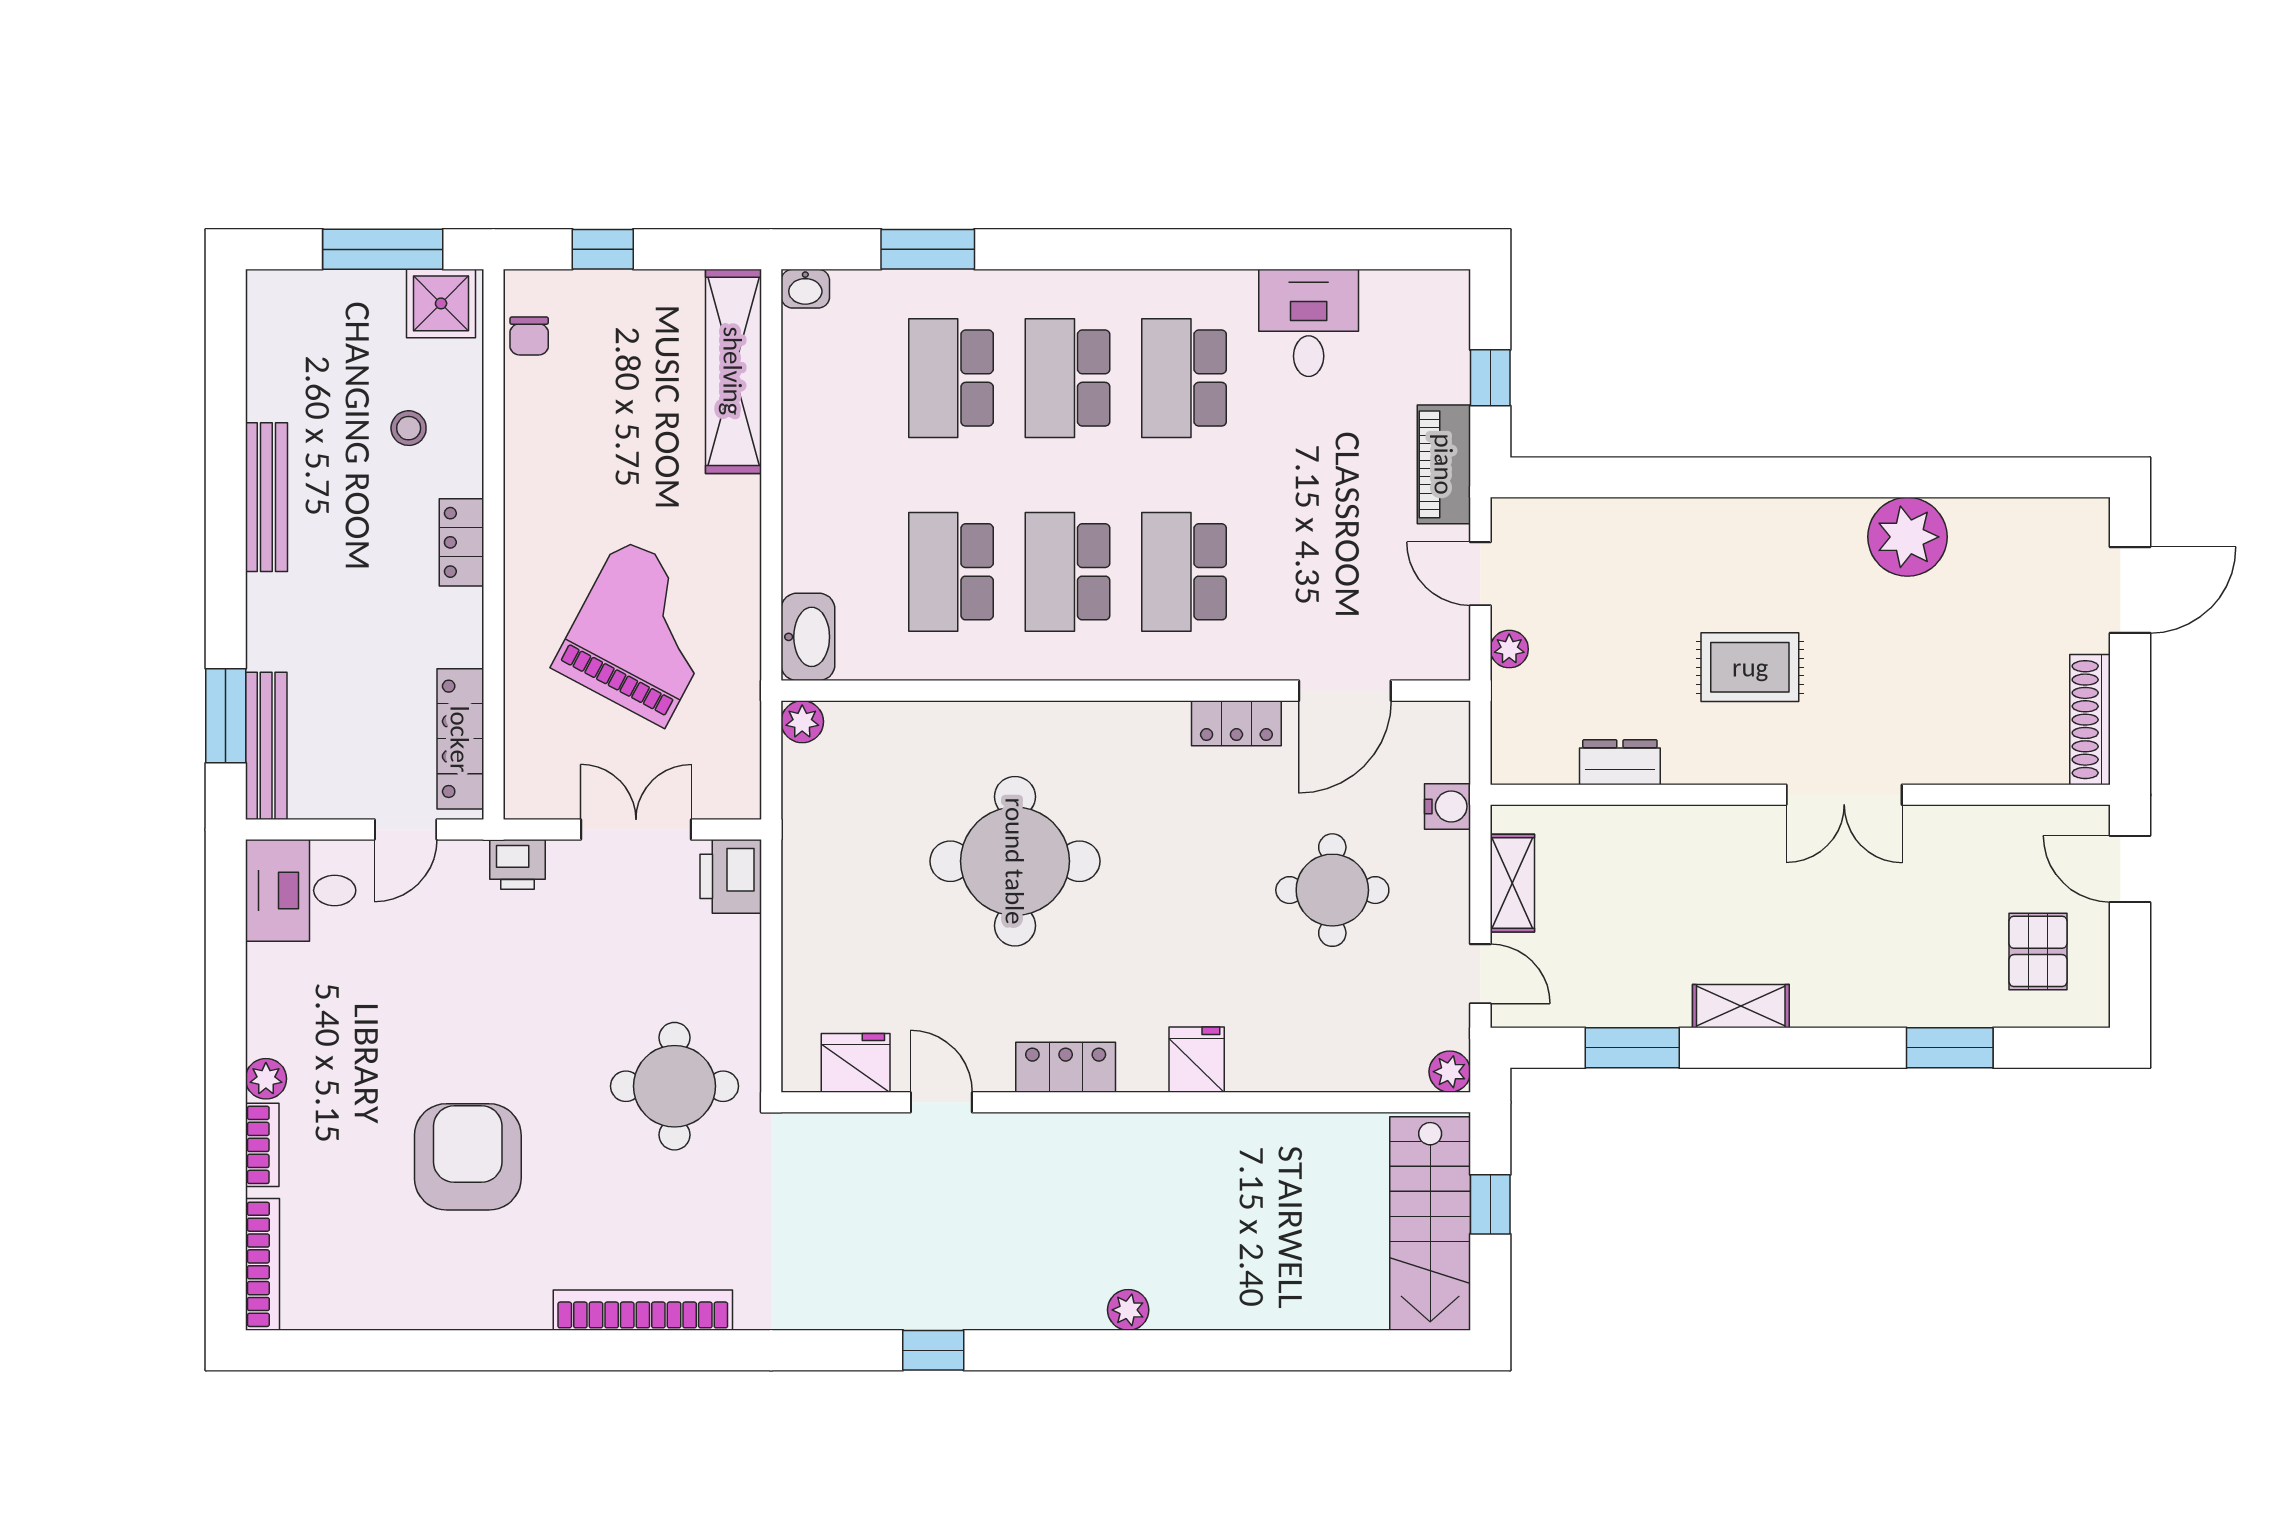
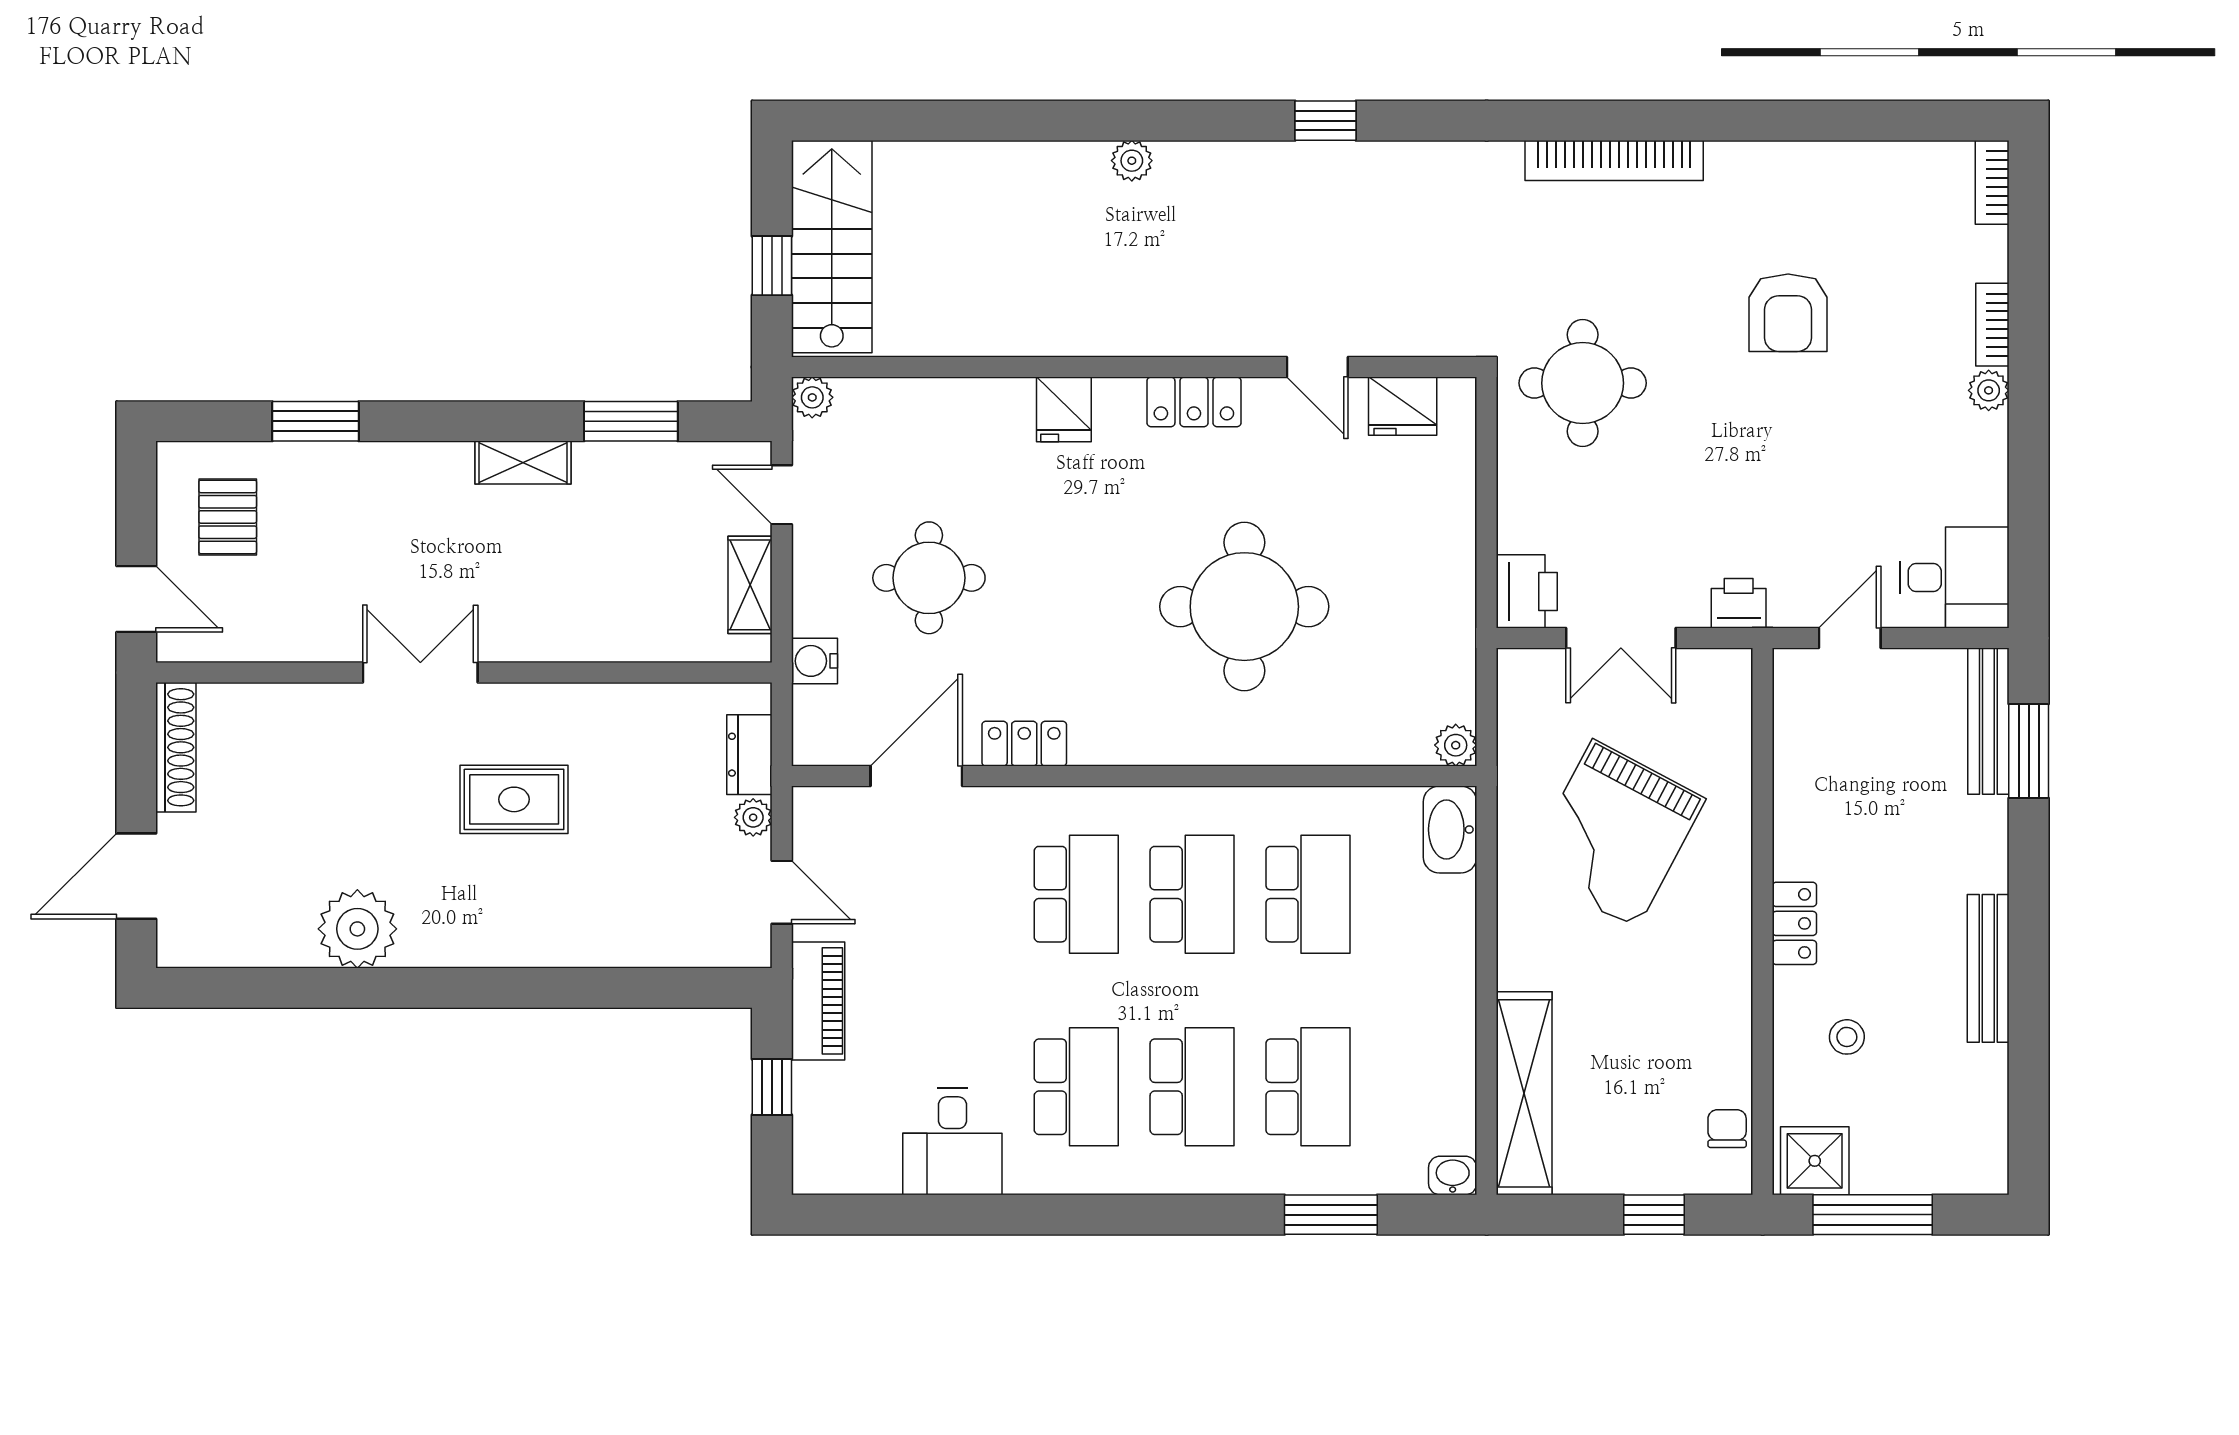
locker: (460, 739) -> (1795, 728), removed
dresser: (1620, 762) -> (749, 755), moved, turned 90
armchair: (468, 1157) -> (1788, 313), width x0.73, depth x0.73
bookcase: (262, 1264) -> (1992, 182), width x0.64

